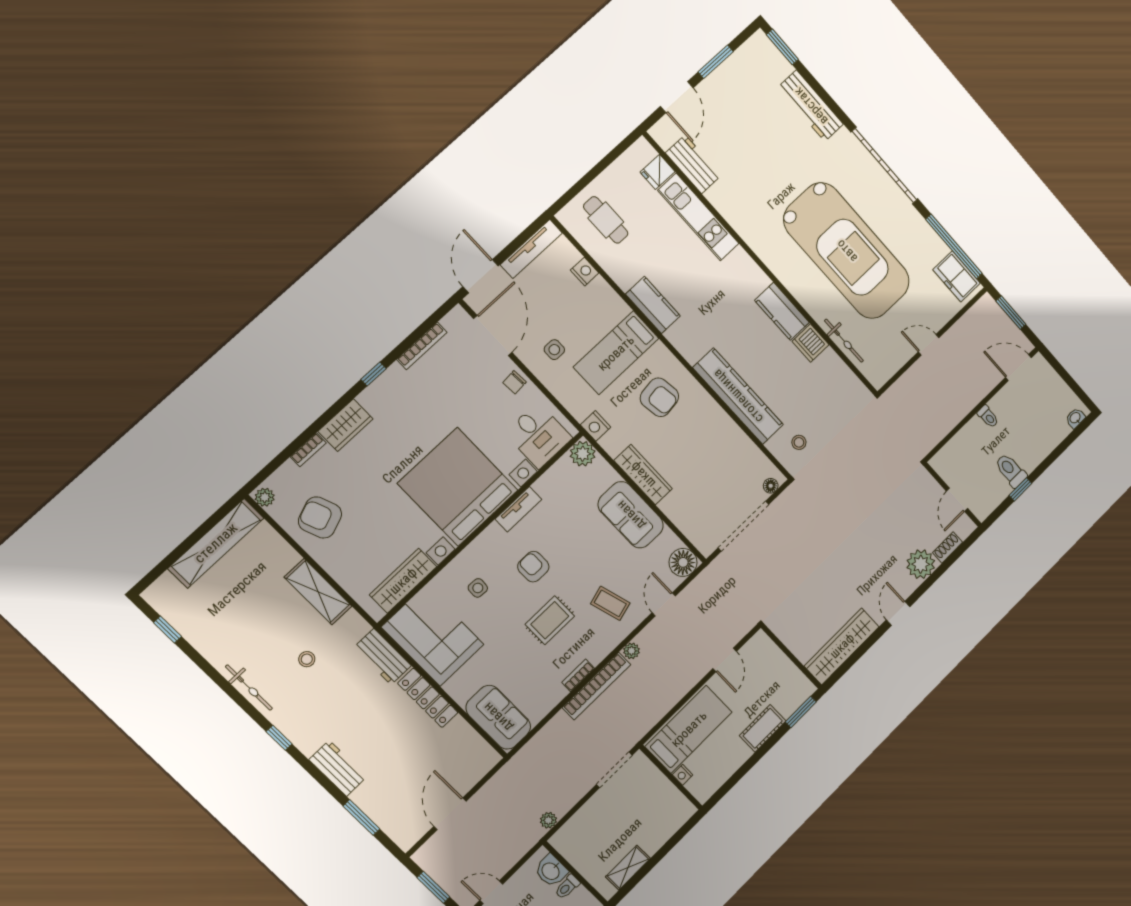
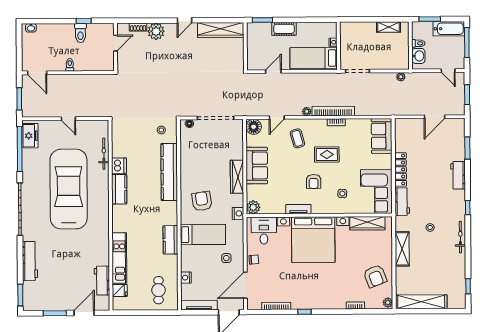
wardrobe: (346, 425) -> (333, 302), removed

